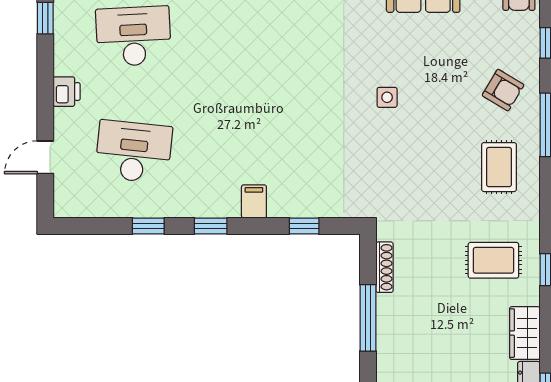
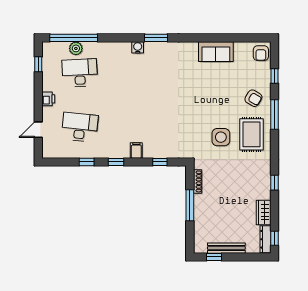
side table: (387, 97) -> (221, 137), moved, width x1.87, depth x1.87
rug: (499, 167) -> (252, 134), width x1.36, depth x1.43
rug: (493, 260) -> (249, 178), removed

